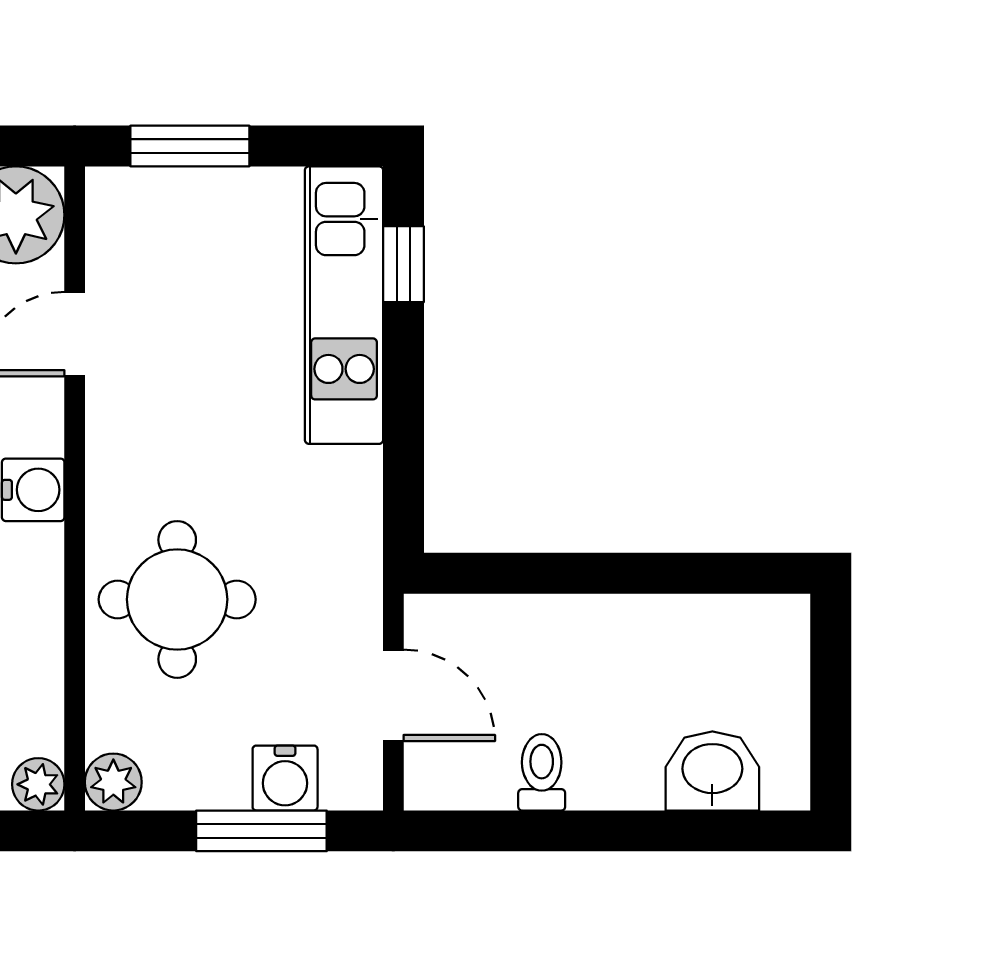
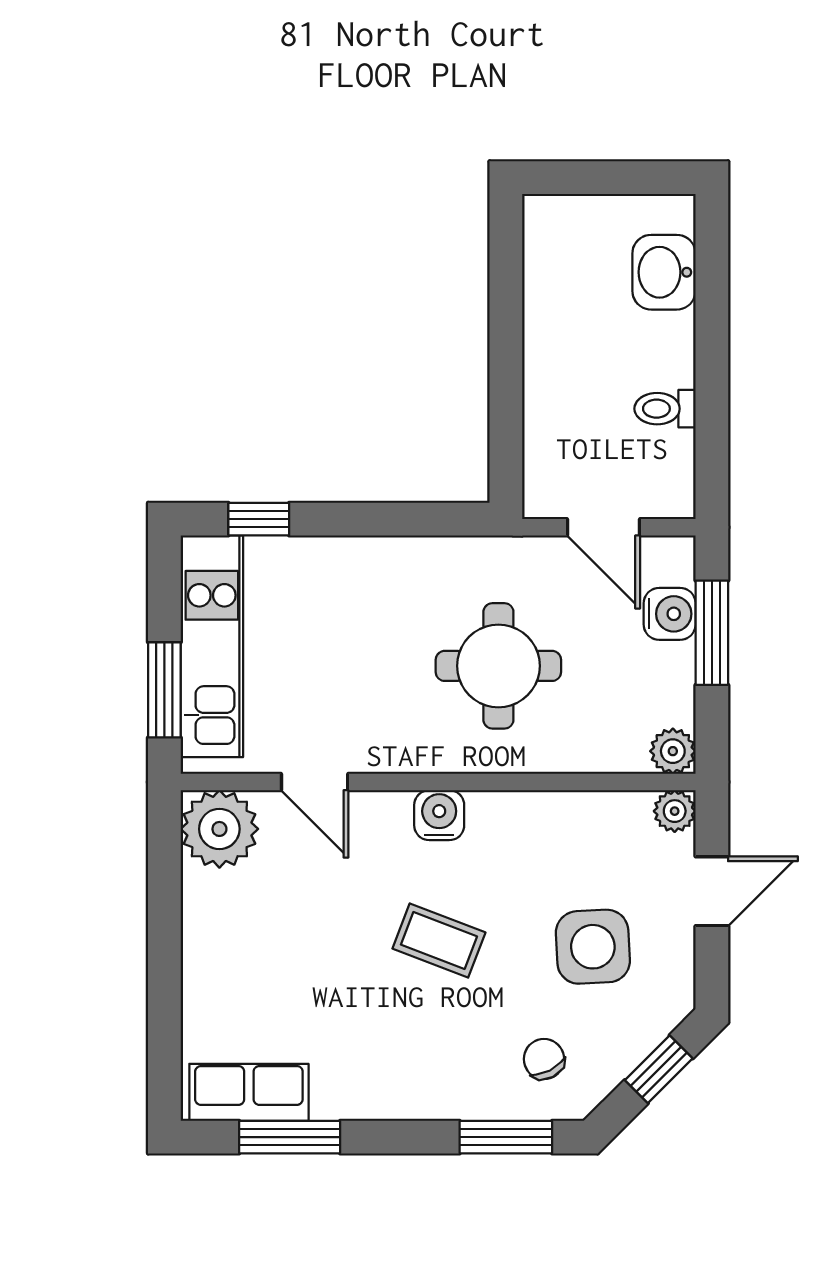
kitchen unit: (344, 305) -> (212, 646), moved, turned -90
round table: (177, 599) -> (498, 666), moved
door: (393, 695) -> (603, 527), swing flipped

